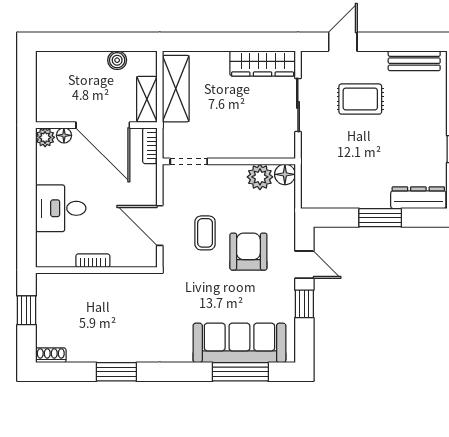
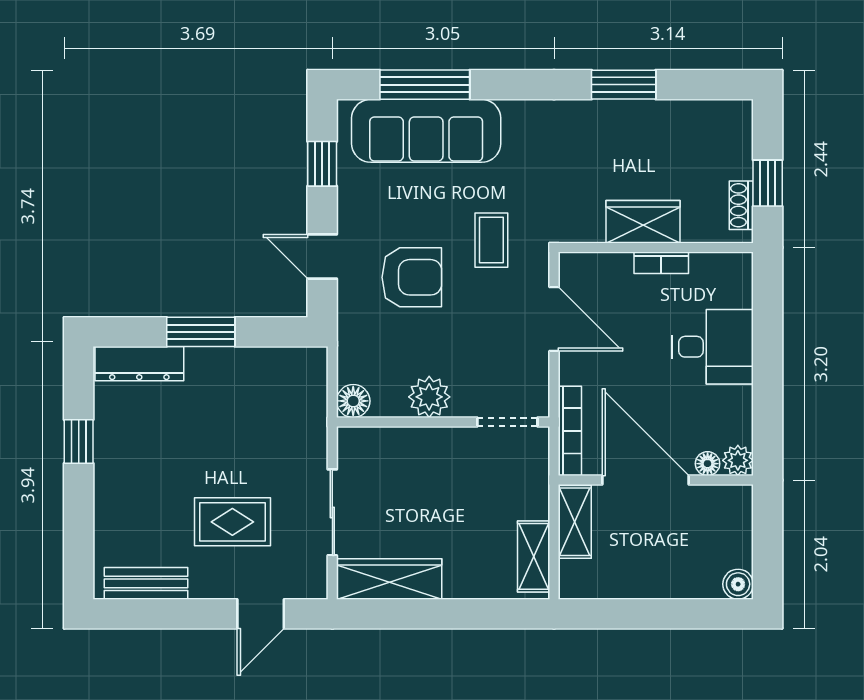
boiler: (117, 60) -> (738, 584), moved
shelving: (176, 89) -> (534, 556), width x0.67, depth x0.75
bookcase: (150, 146) -> (570, 431), width x1.56
plant: (260, 177) -> (429, 397), moved
coffee table: (205, 233) -> (491, 240), moved
armchair: (248, 252) -> (412, 277), turned -90
wardrobe: (104, 286) -> (643, 222), added
window: (304, 304) -> (322, 164), moved
shoe rack: (51, 355) -> (741, 205), moved, turned 90

